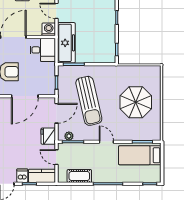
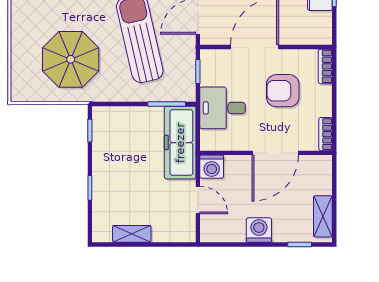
desk: (43, 50) -> (223, 108), moved
parasol: (136, 102) -> (71, 59), moved

